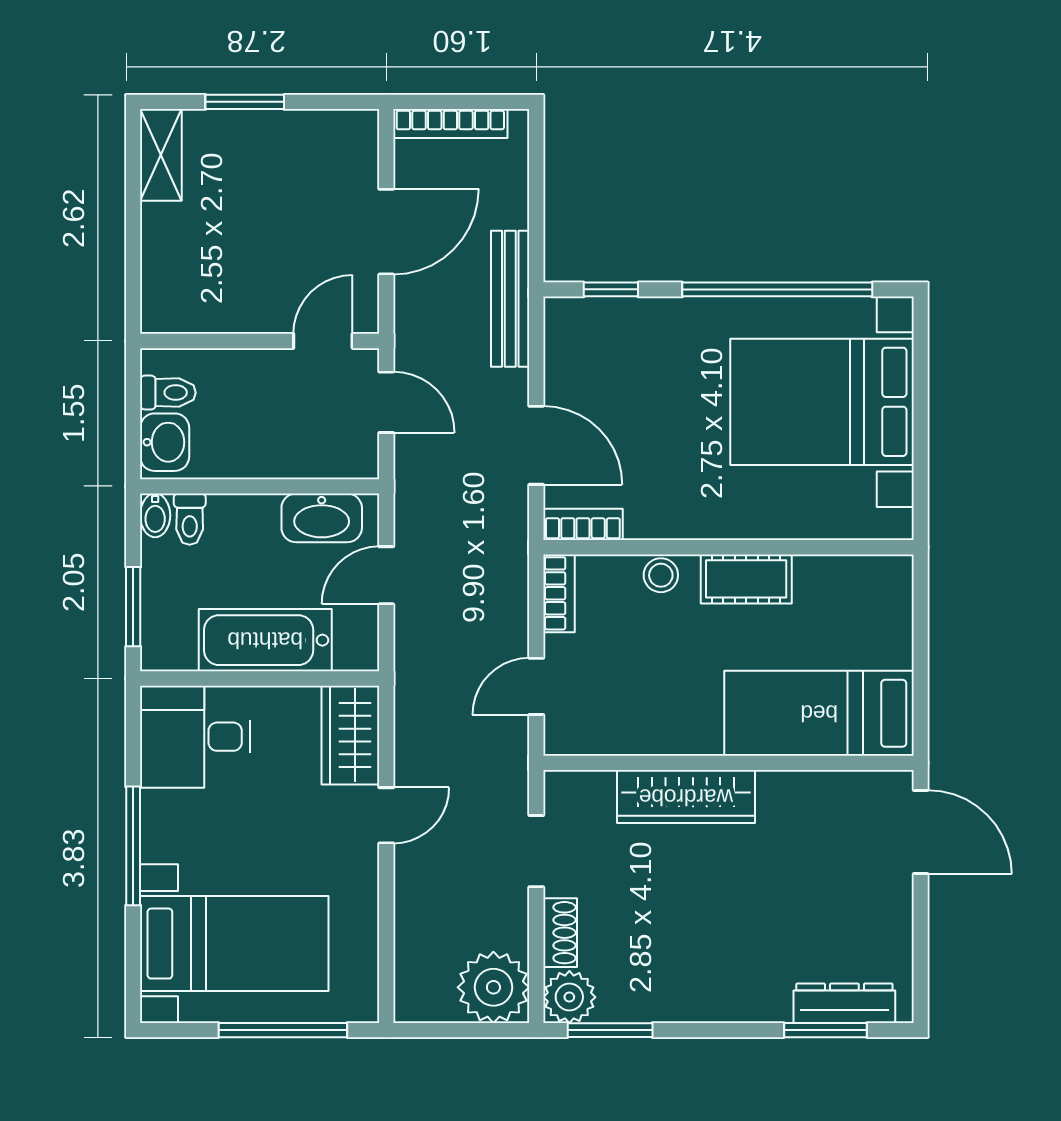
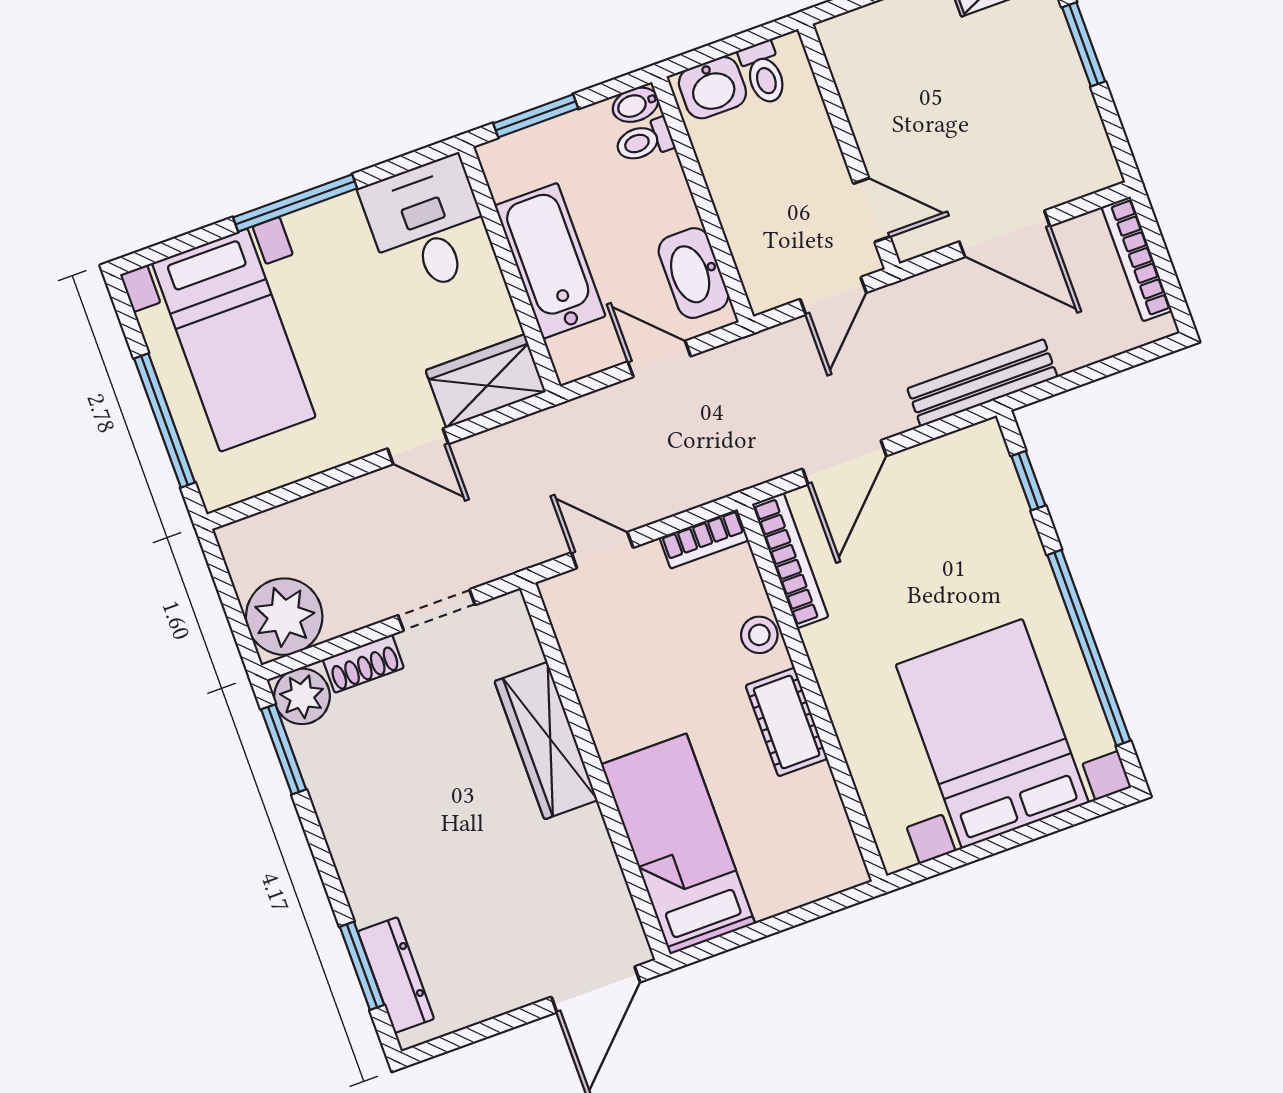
bookcase: (583, 524) -> (790, 560), width x1.56

